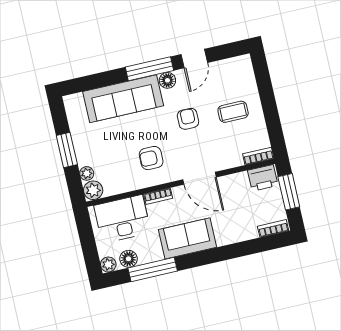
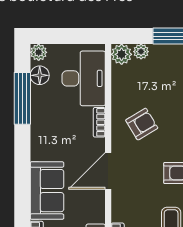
armchair: (151, 158) -> (142, 124), turned 59
sofa: (187, 238) -> (47, 191), moved

